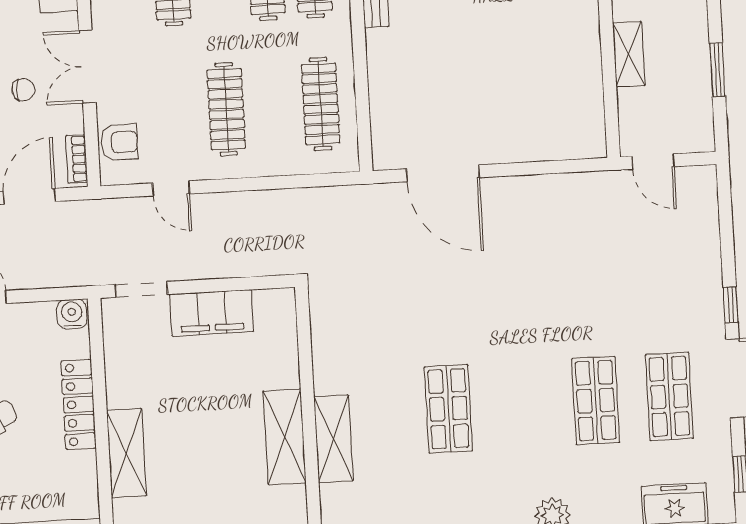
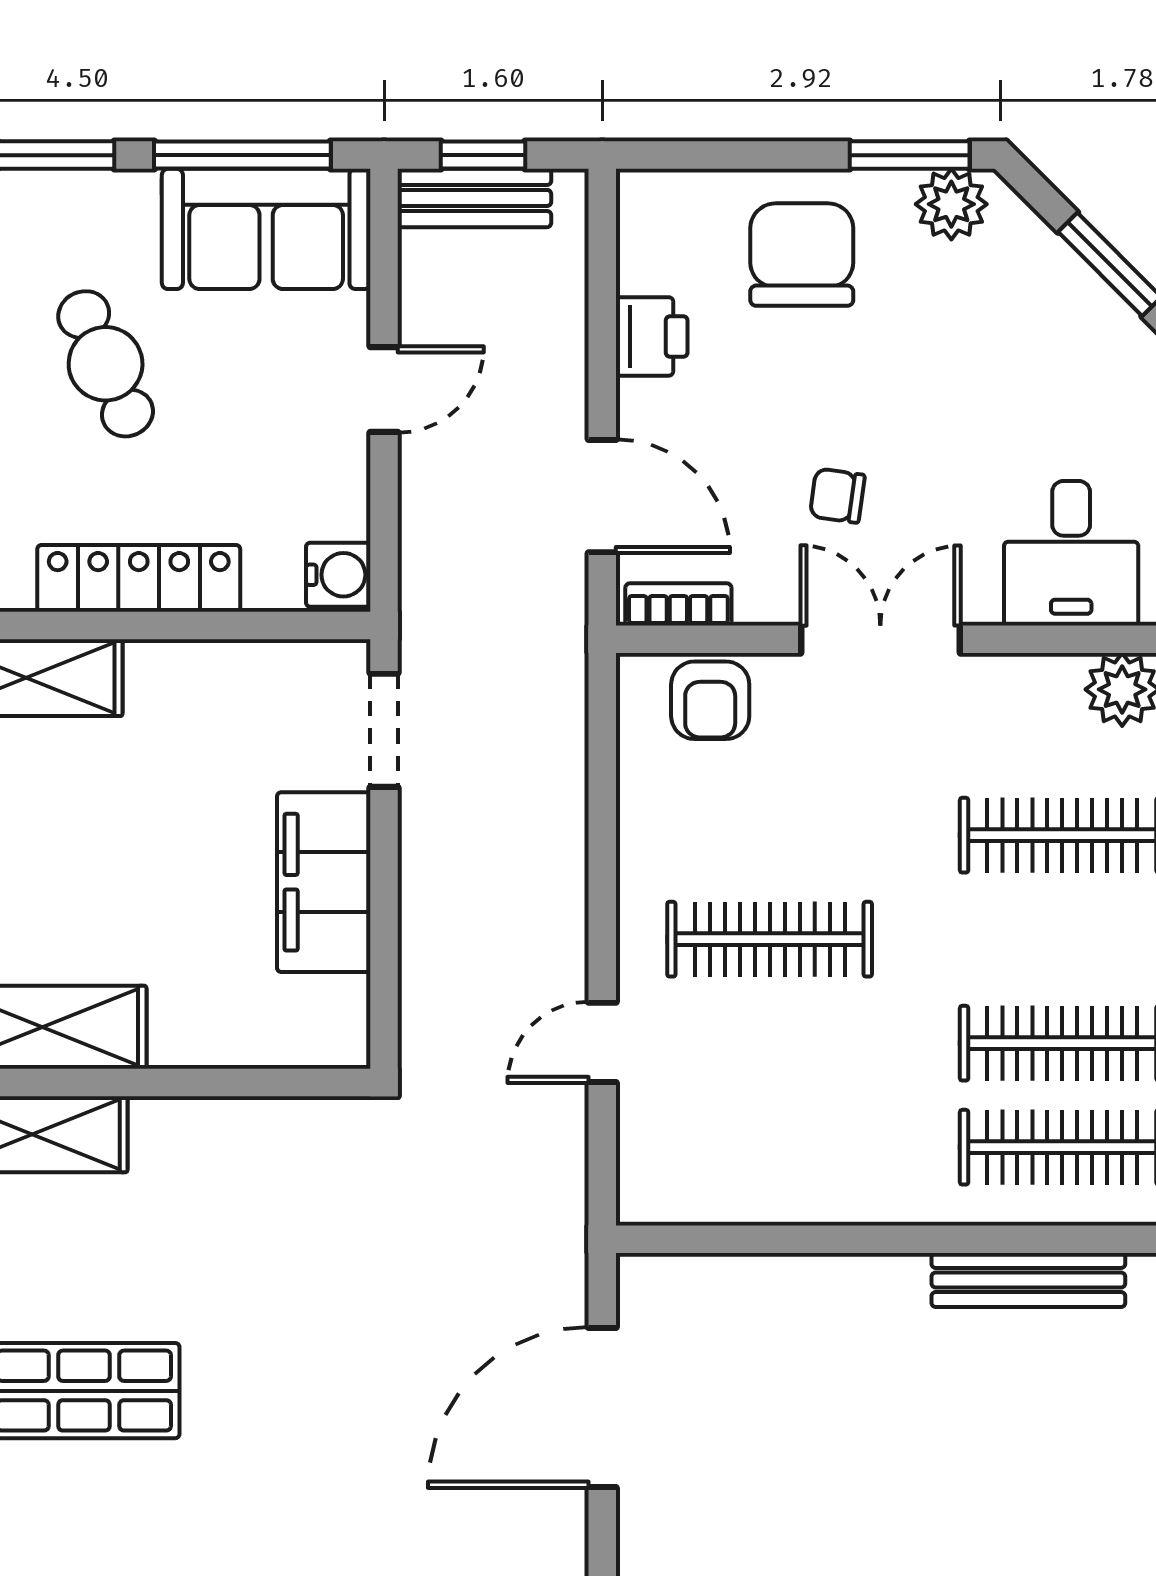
chair: (23, 90) -> (837, 496), turned 98
clothes rail: (321, 104) -> (770, 1147), removed
door: (171, 188) -> (602, 1042), moved

